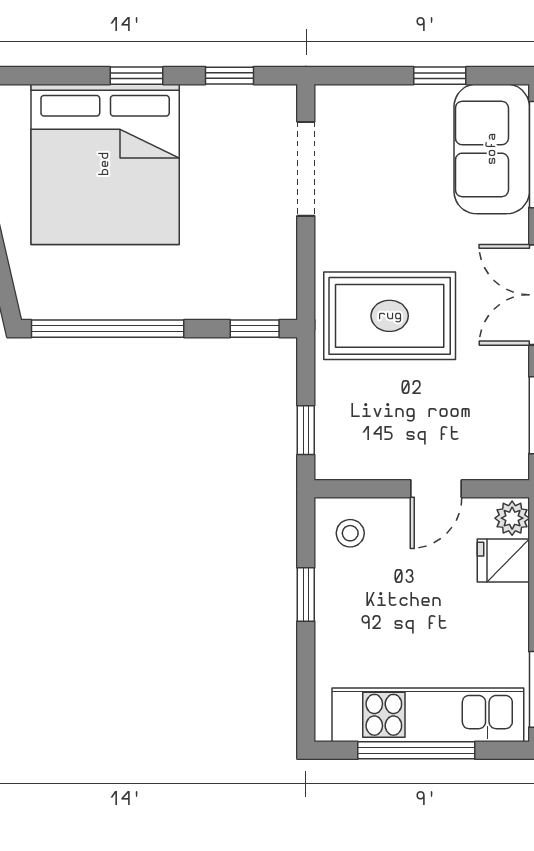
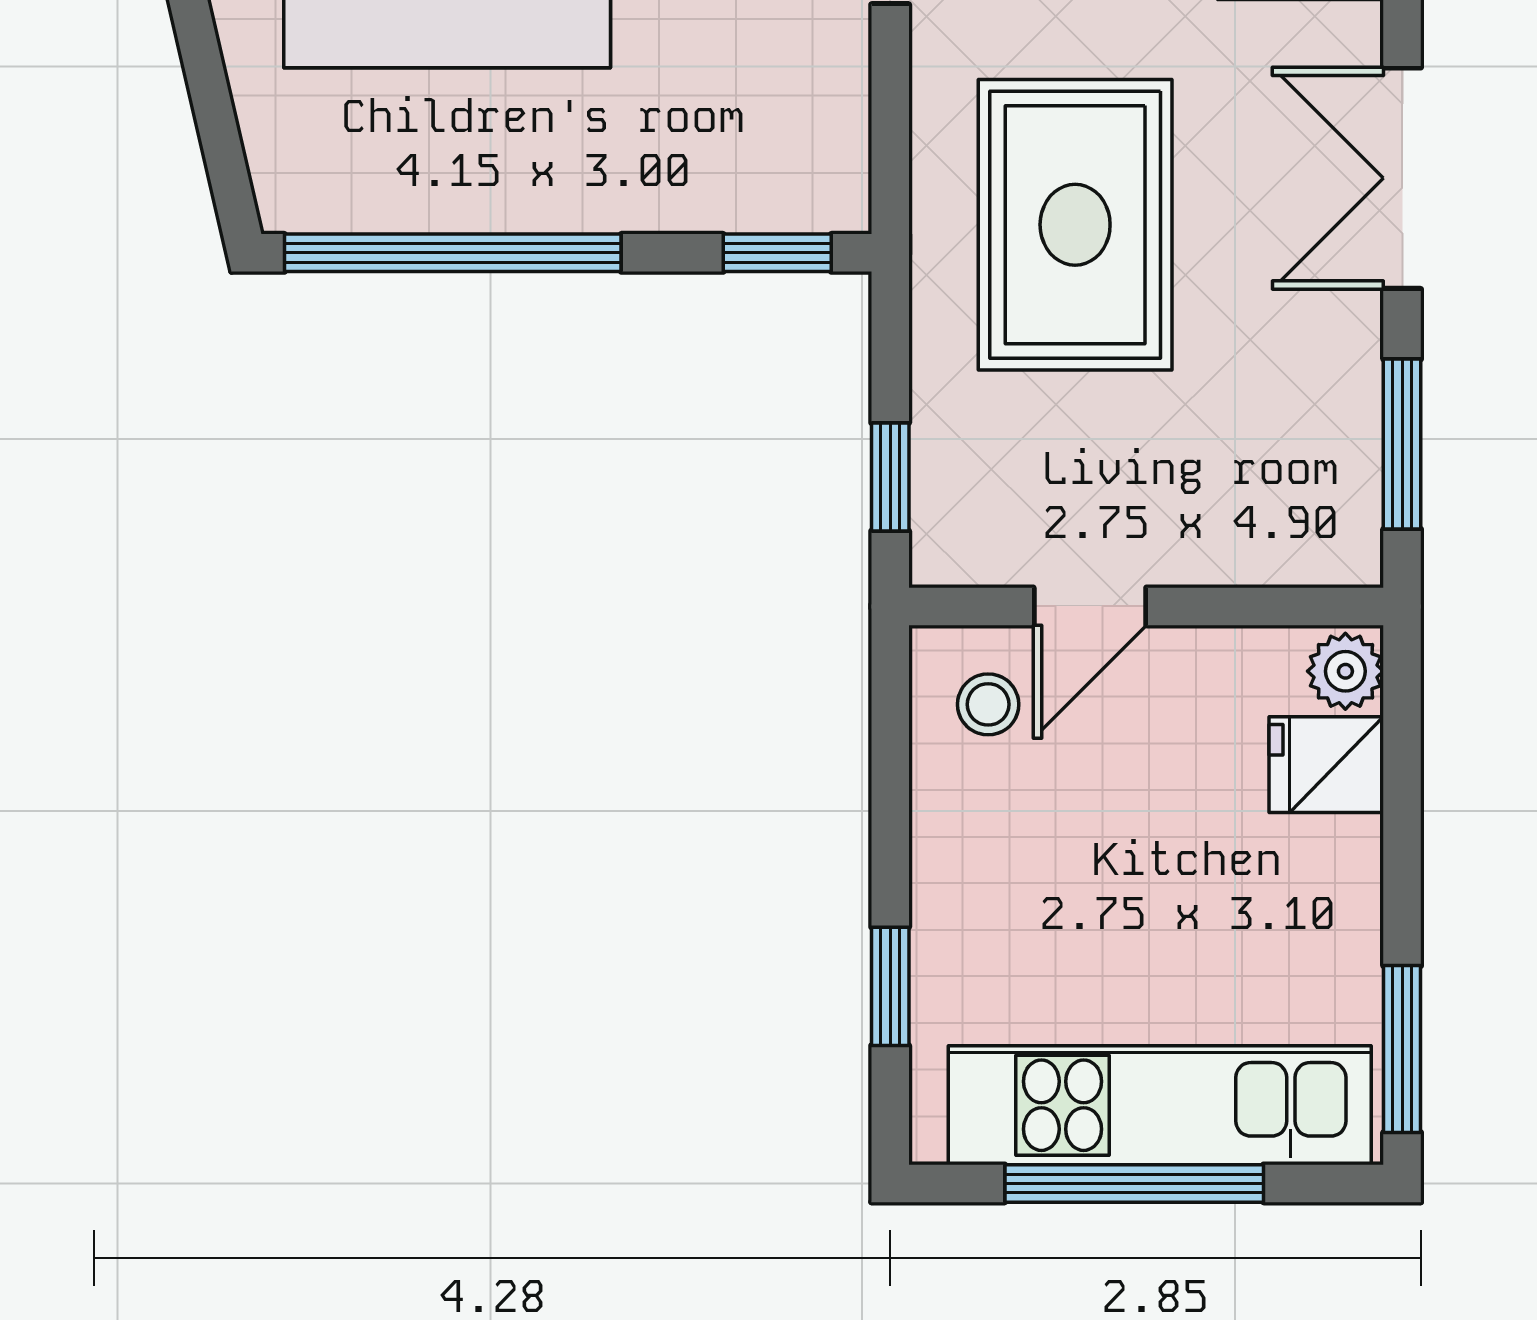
rug: (390, 316) -> (1075, 225), turned 90
door: (436, 489) -> (1090, 606), moved
window: (306, 595) -> (890, 986), moved

